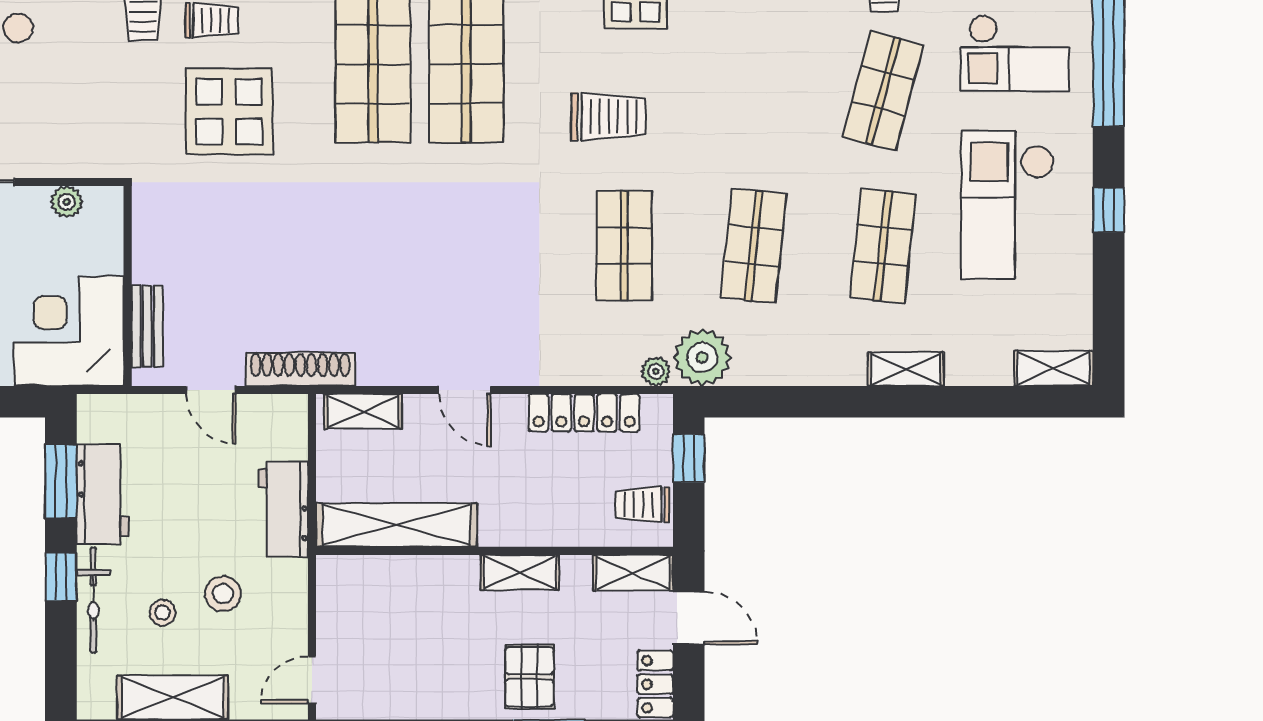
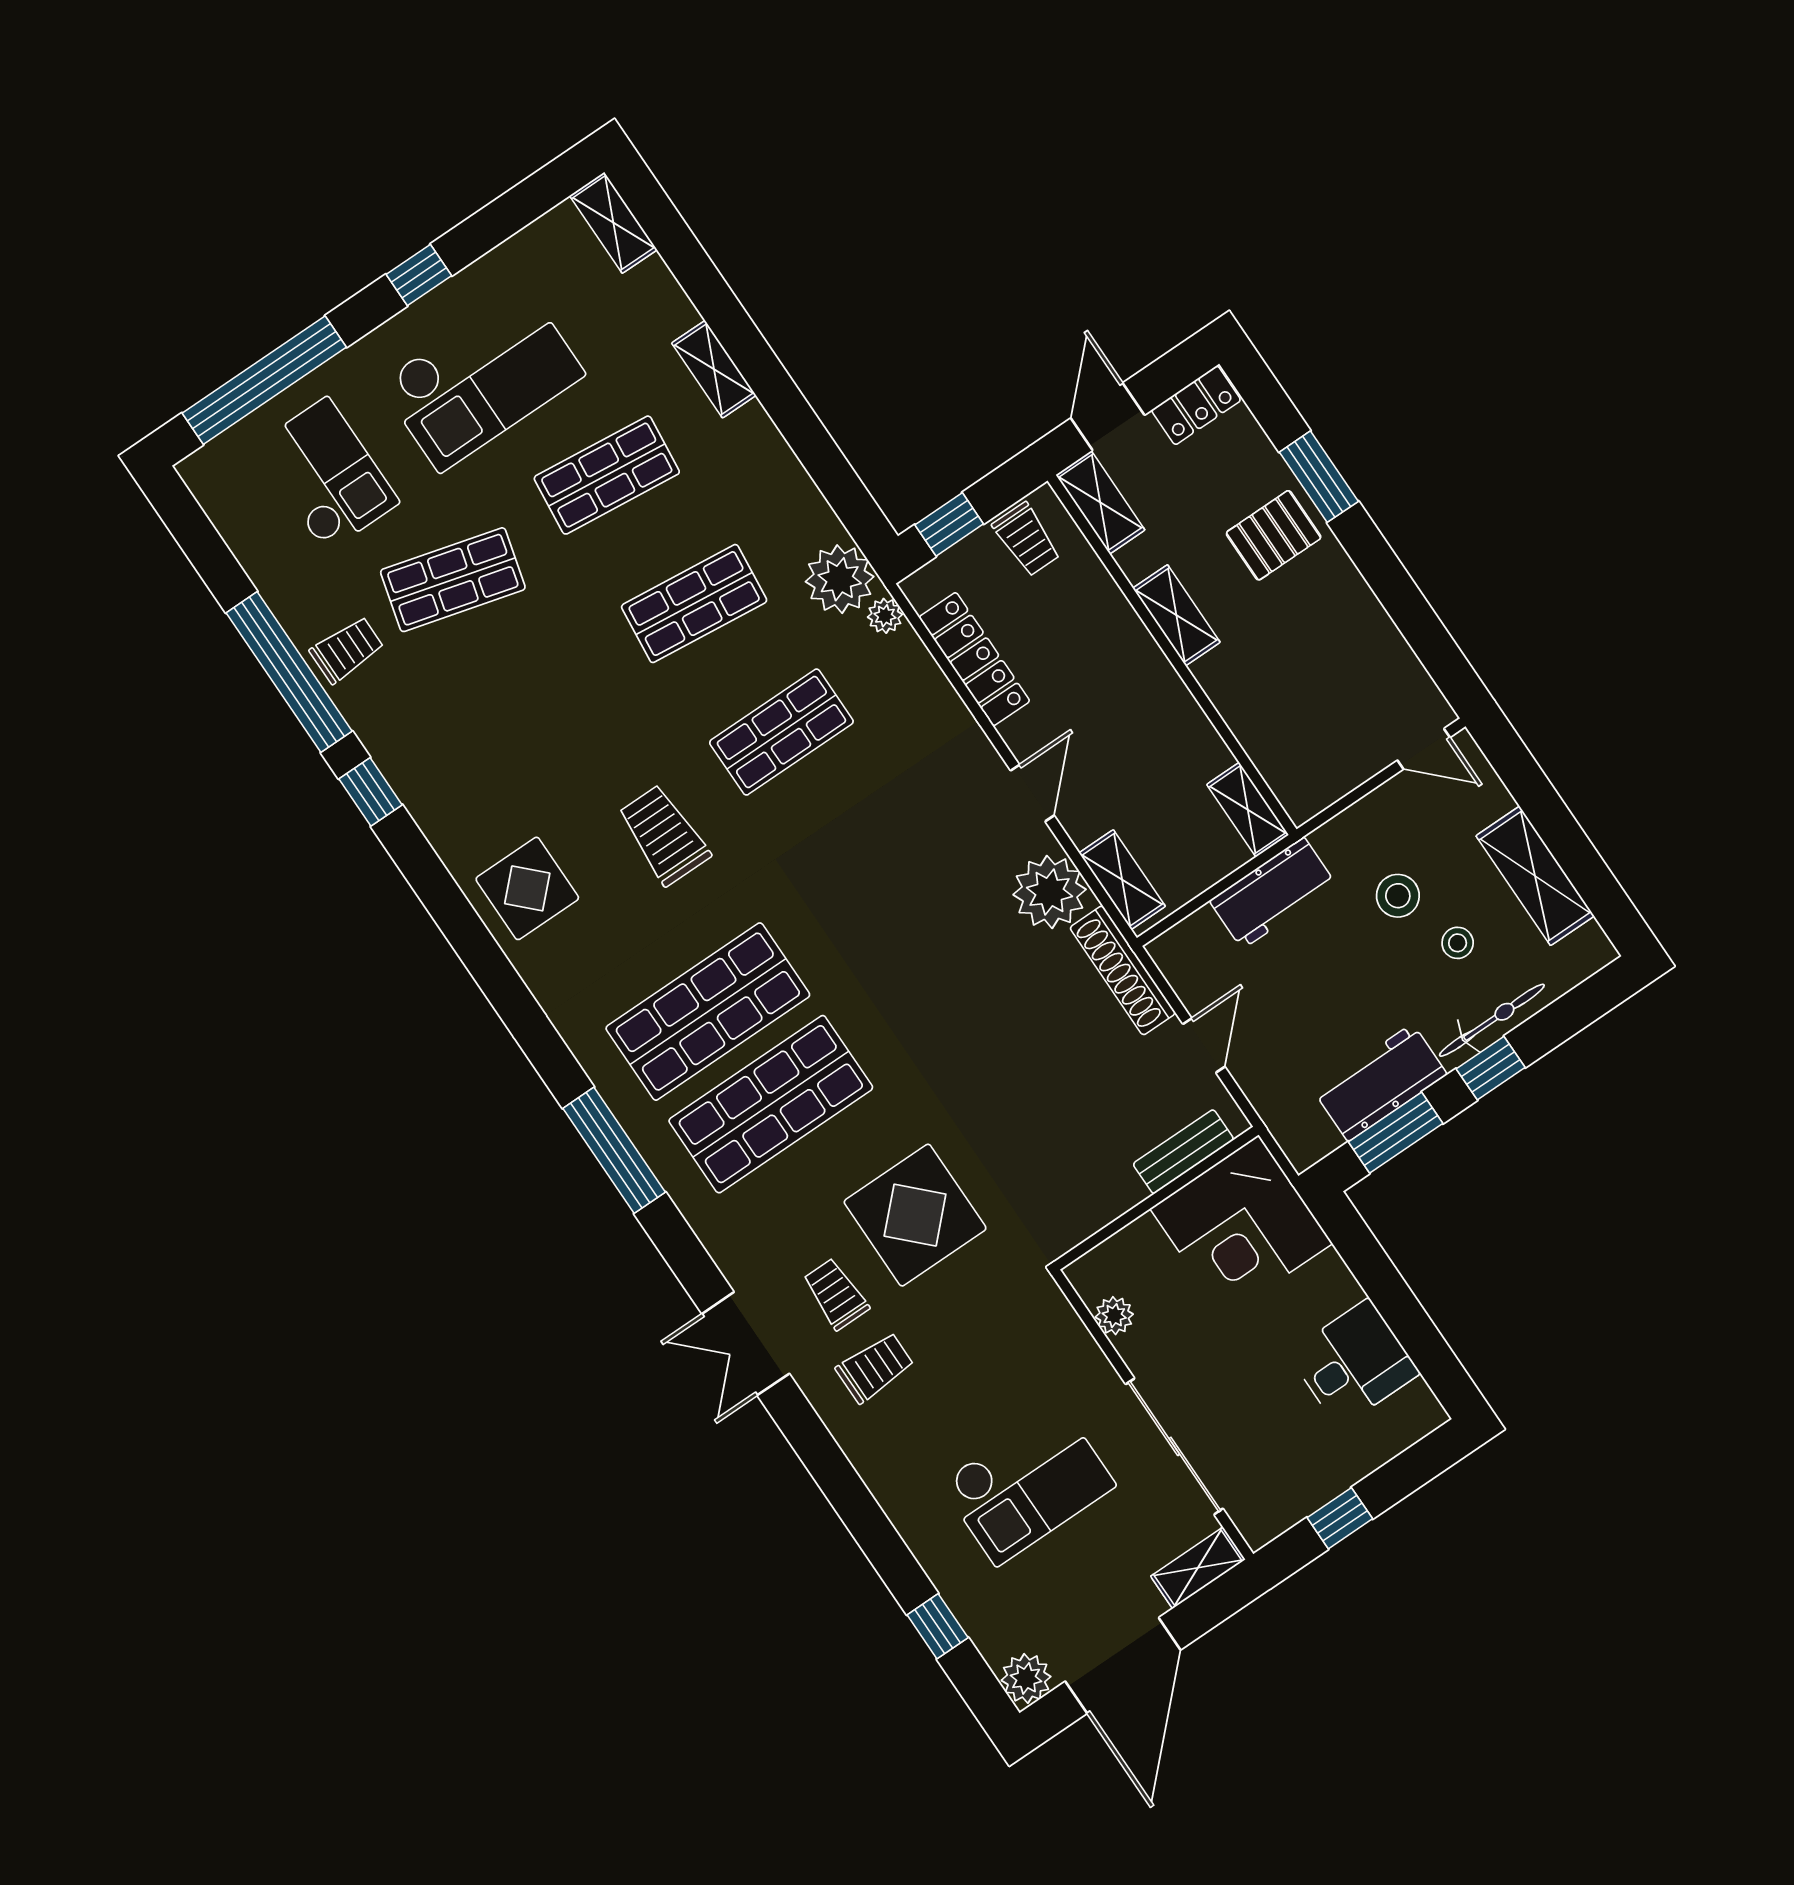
plant: (389, 355) -> (1050, 892), added
shelving: (396, 525) -> (1248, 810), width x0.45, depth x0.75

